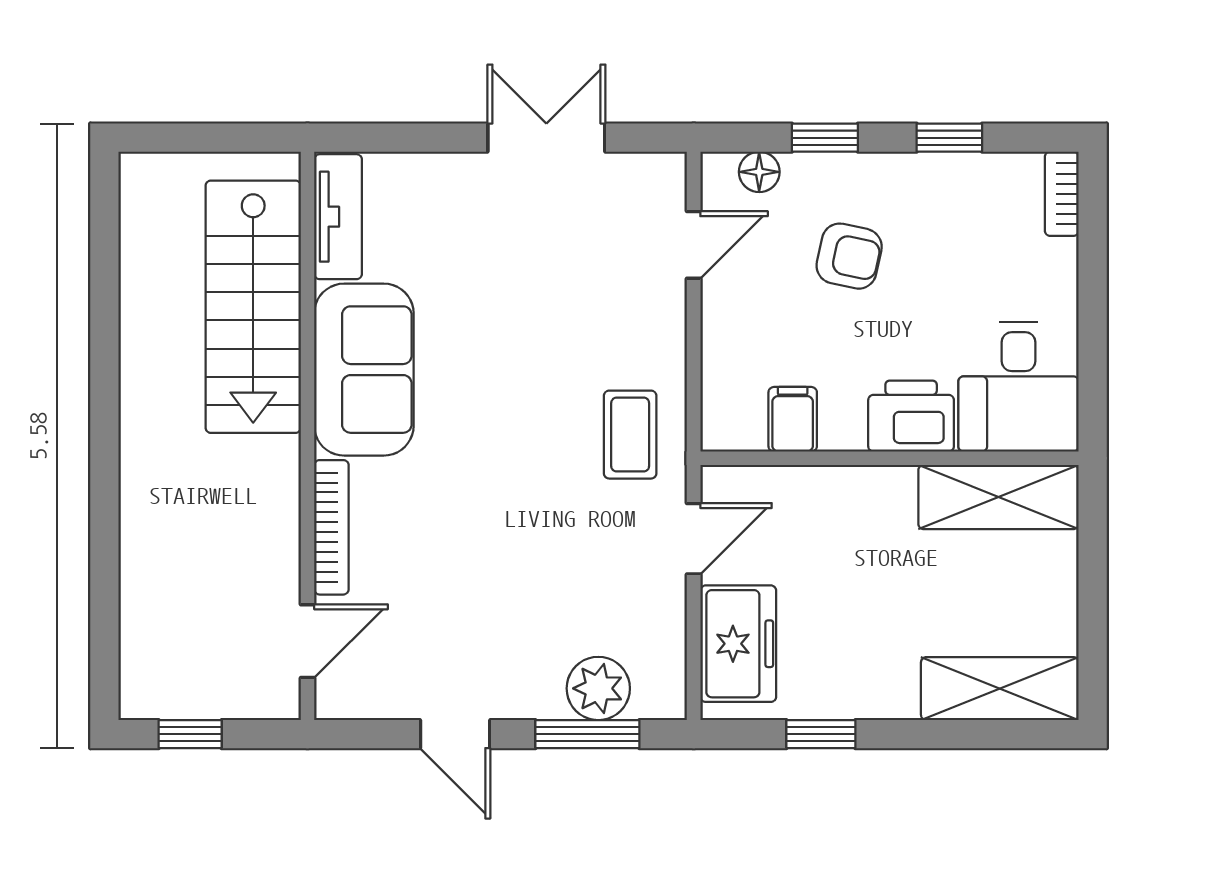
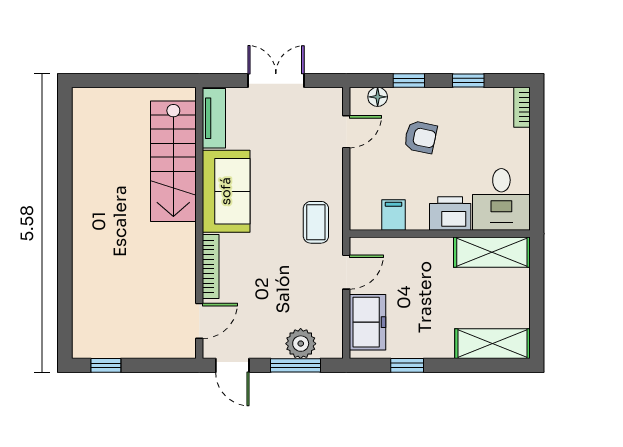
tv unit: (338, 217) -> (214, 118), moved
stairs: (253, 307) -> (173, 161), moved
sofa: (364, 370) -> (226, 191), moved
wall: (308, 436) -> (199, 223), moved
bookcase: (331, 527) -> (211, 267), moved
door: (308, 641) -> (199, 321), moved

